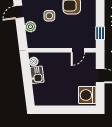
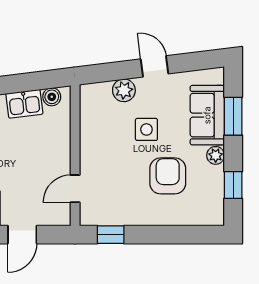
door: (78, 50) -> (75, 189), hinge flipped

